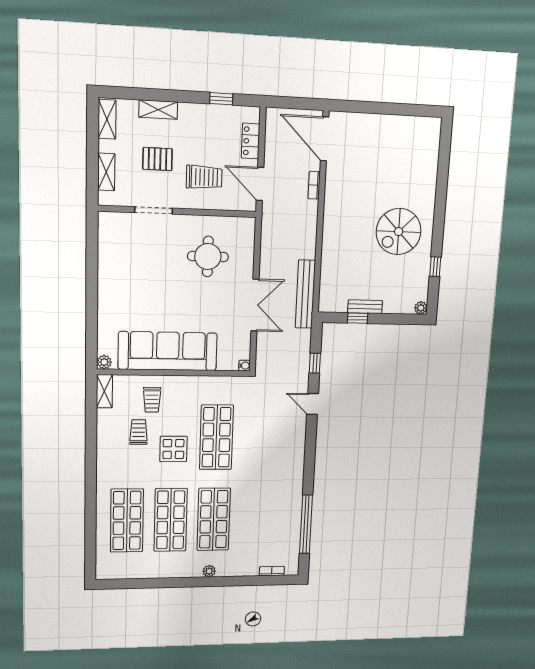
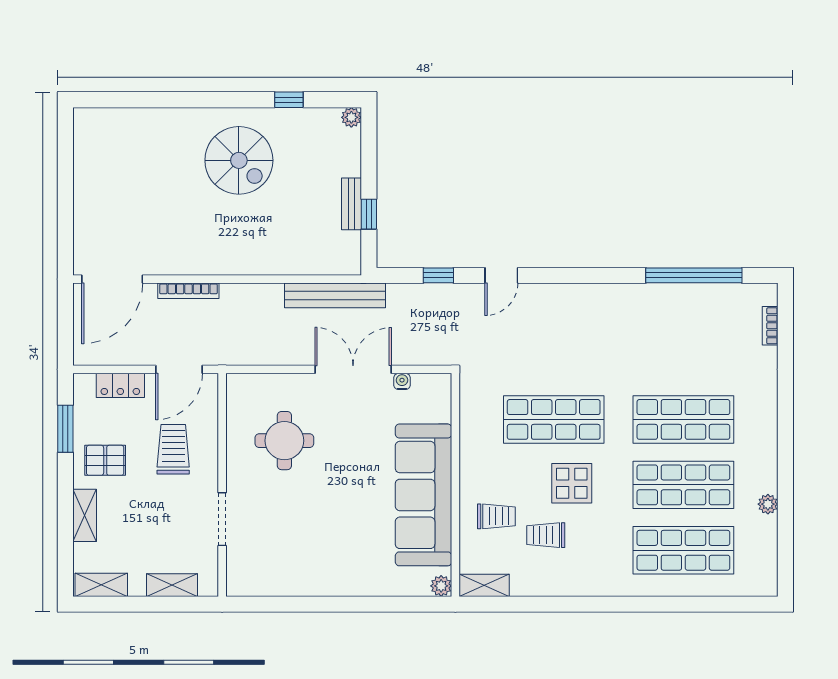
window: (221, 99) -> (65, 429), width x1.50
pallet: (157, 159) -> (105, 460), moved, turned 90
bookcase: (314, 185) -> (188, 291), width x1.56
water cooler: (244, 366) -> (402, 381), moved
plant: (209, 571) -> (768, 504), moved

